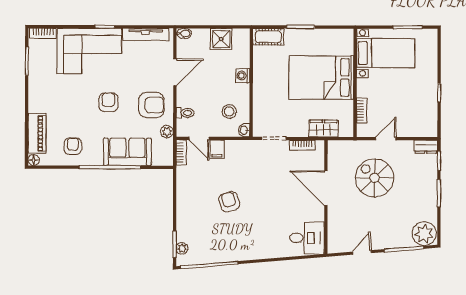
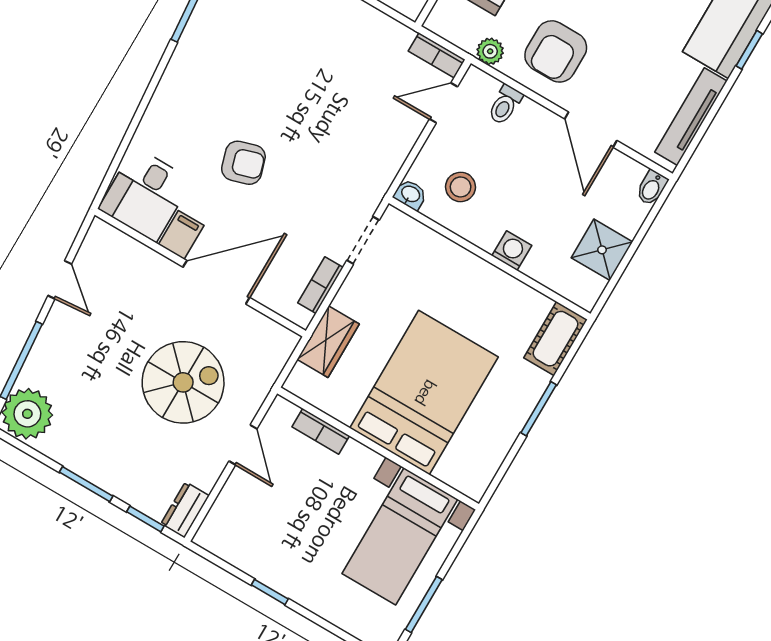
filing cabinet: (217, 149) -> (181, 235), moved, turned 90
armchair: (229, 202) -> (243, 163), moved

